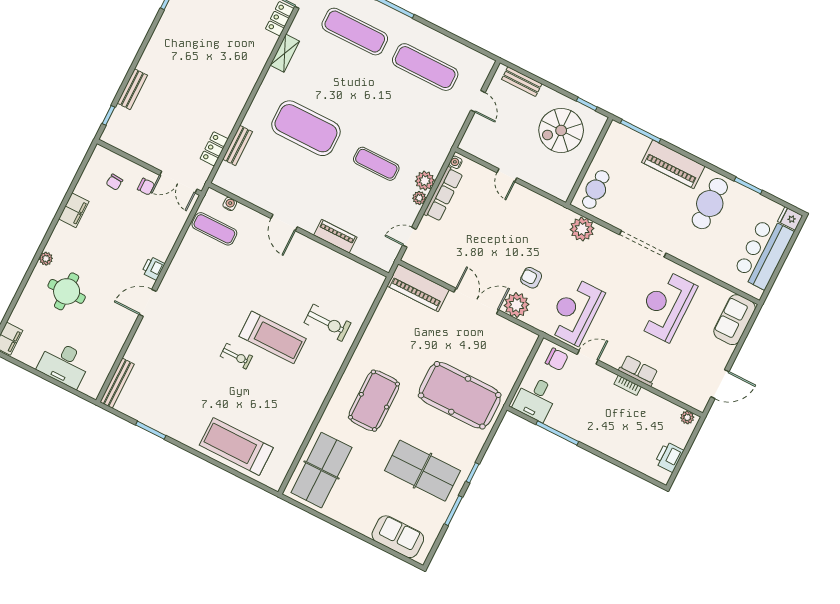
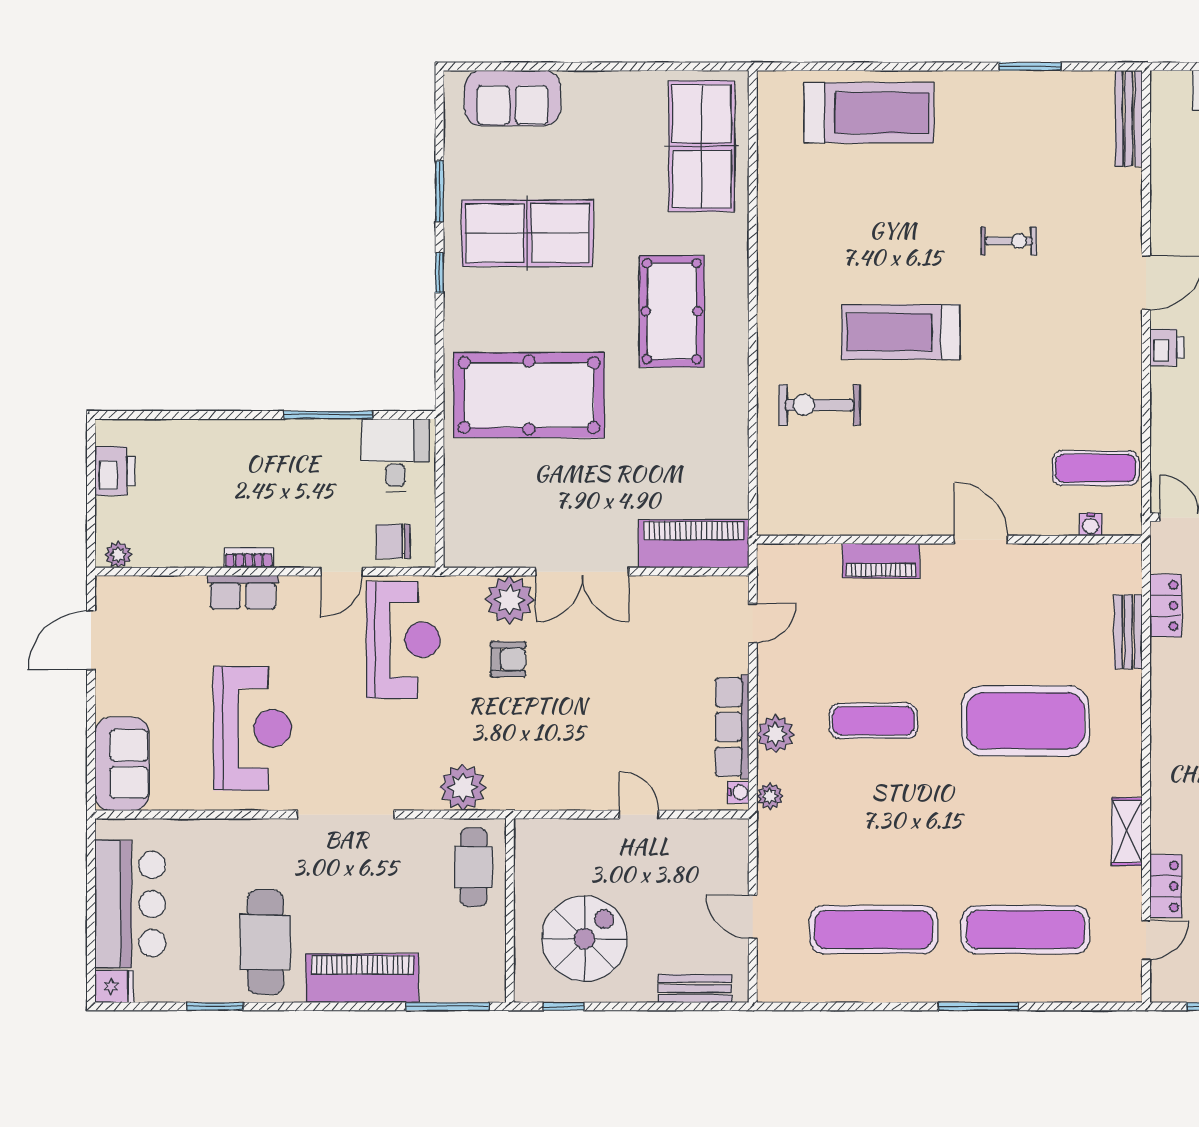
plant: (419, 198) -> (770, 796), moved
exercise bike: (236, 356) -> (1009, 241), moved, turned 180

